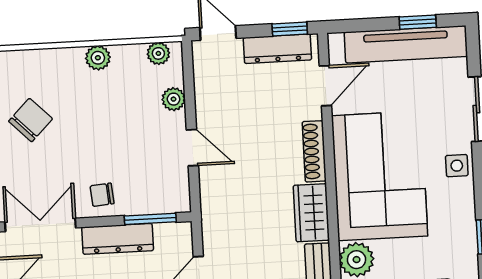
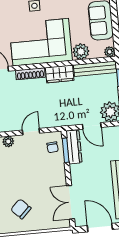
chair: (102, 195) -> (53, 147), moved
dresser: (118, 239) -> (74, 147), moved

